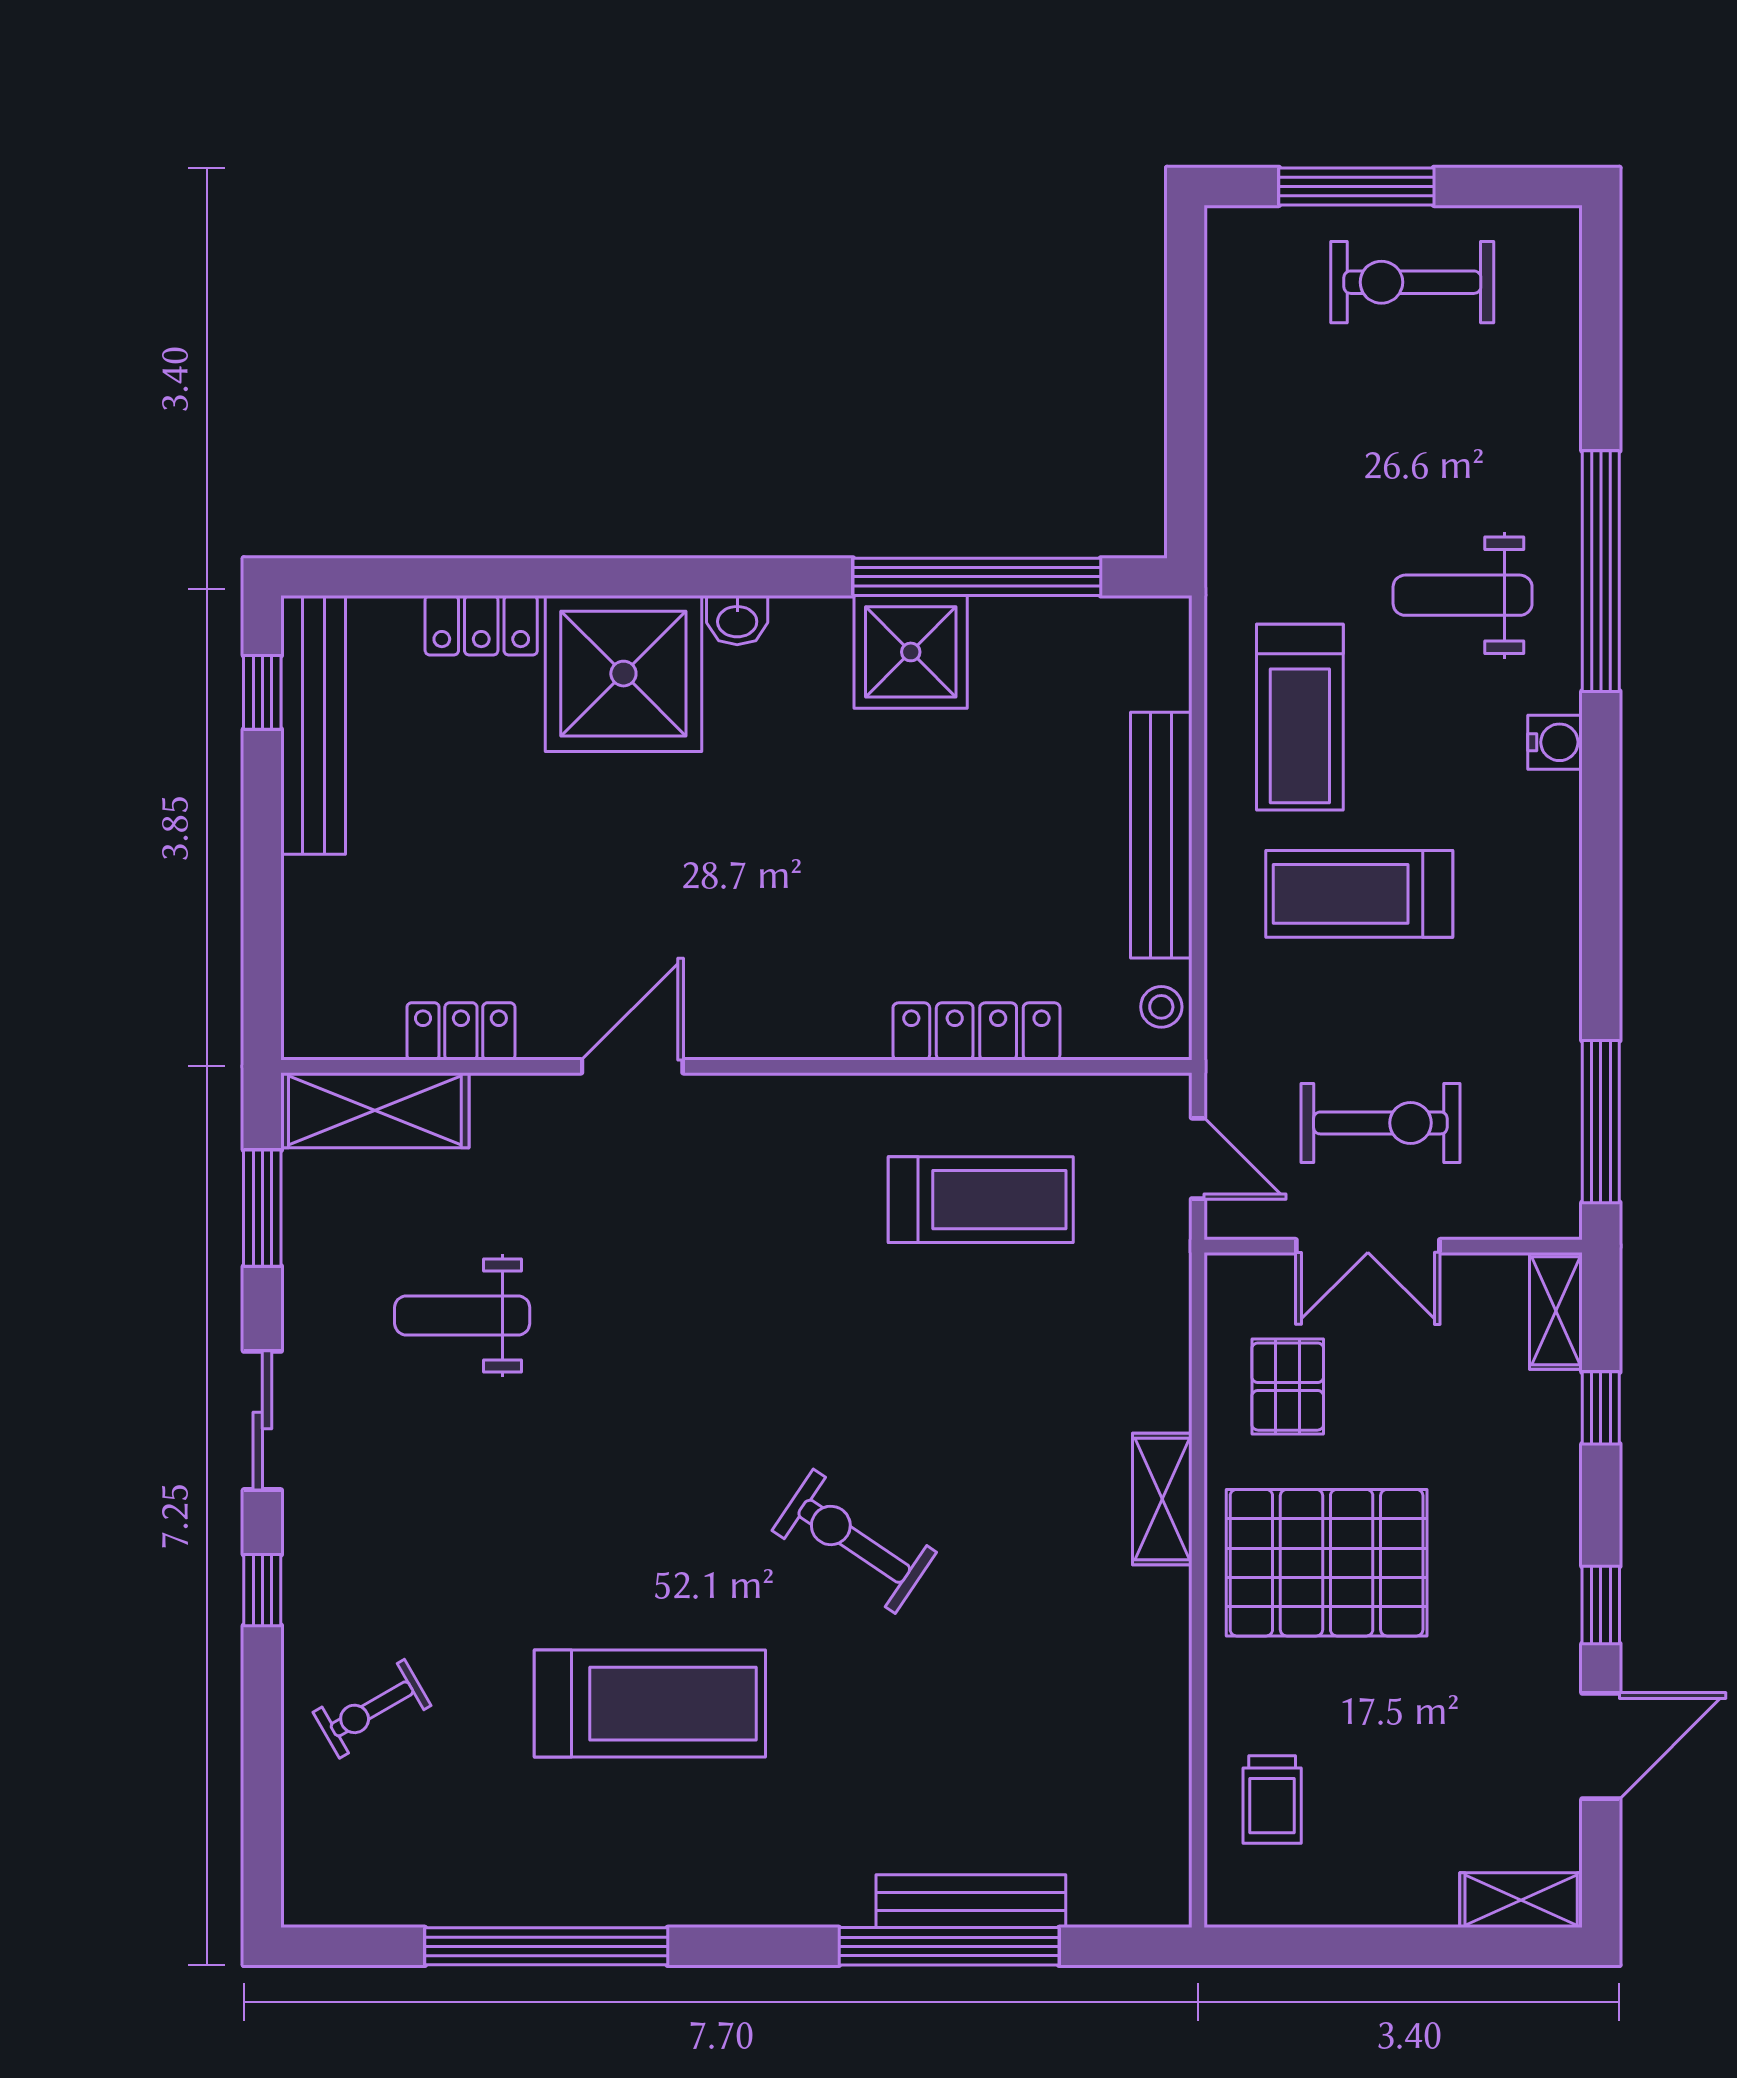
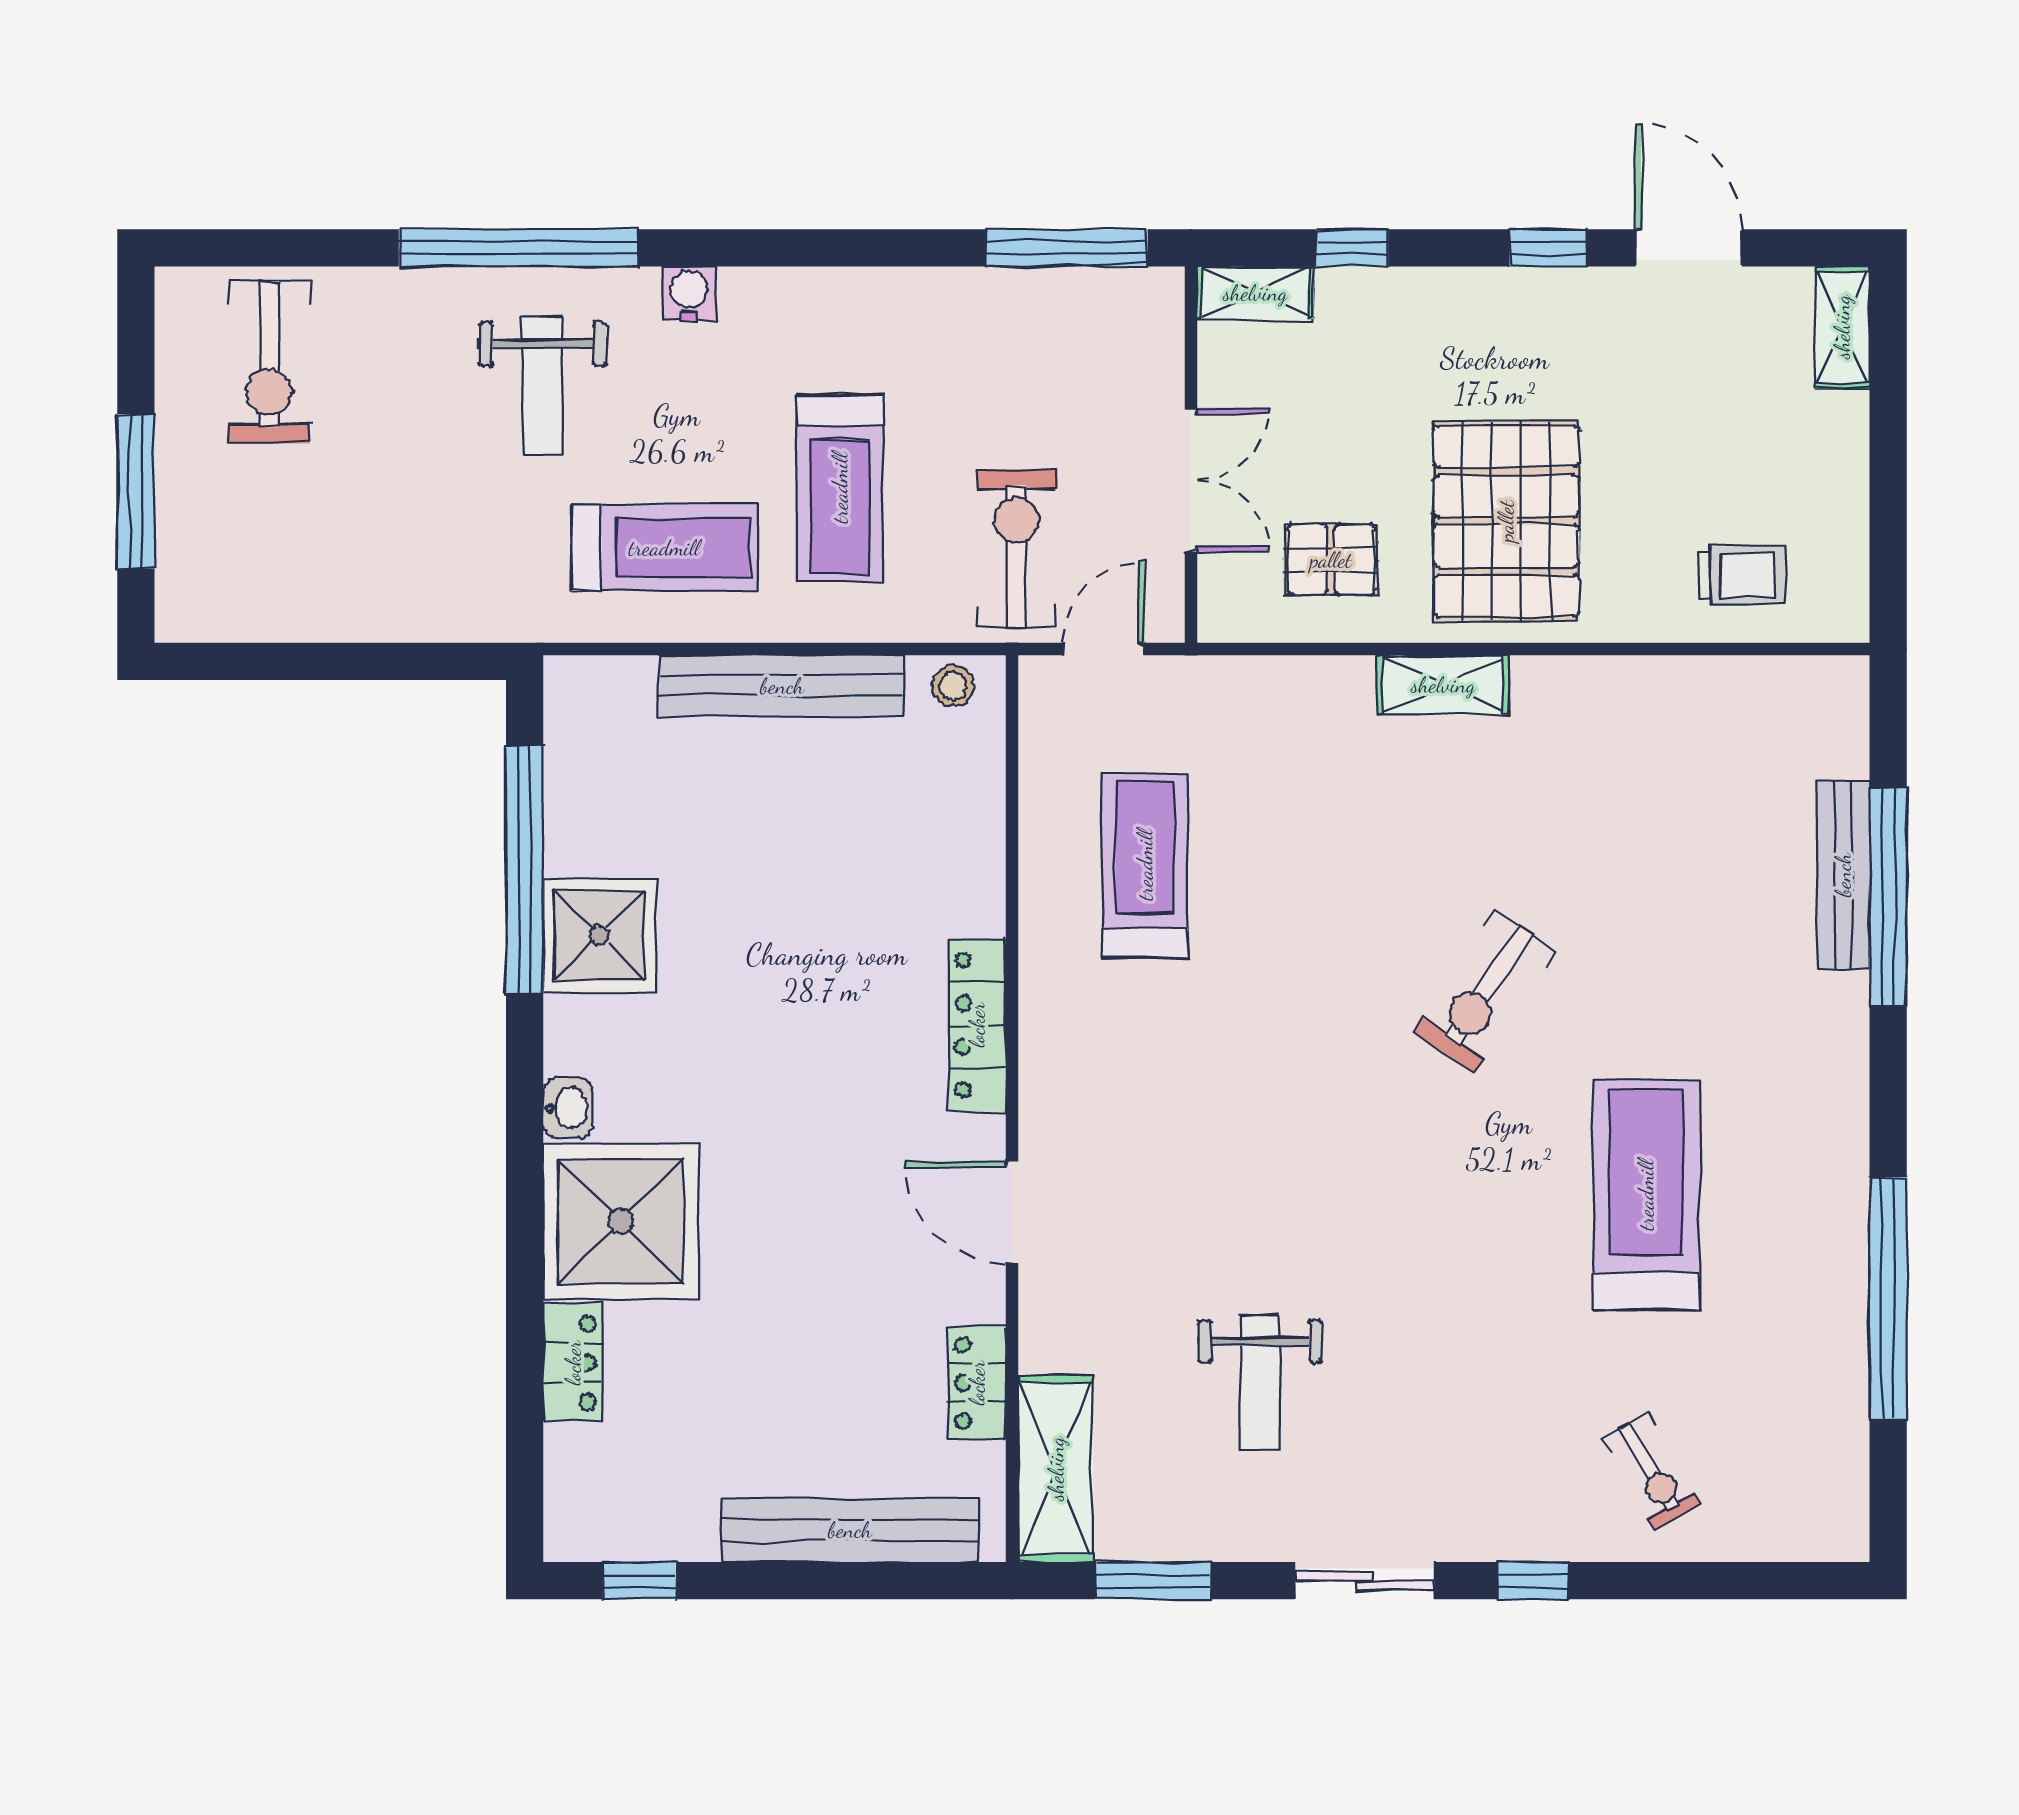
exercise bike: (1412, 282) -> (269, 362), moved
bench: (313, 725) -> (850, 1530), moved
locker: (976, 1031) -> (977, 1025), moved
exercise bike: (1380, 1123) -> (1017, 549), moved

